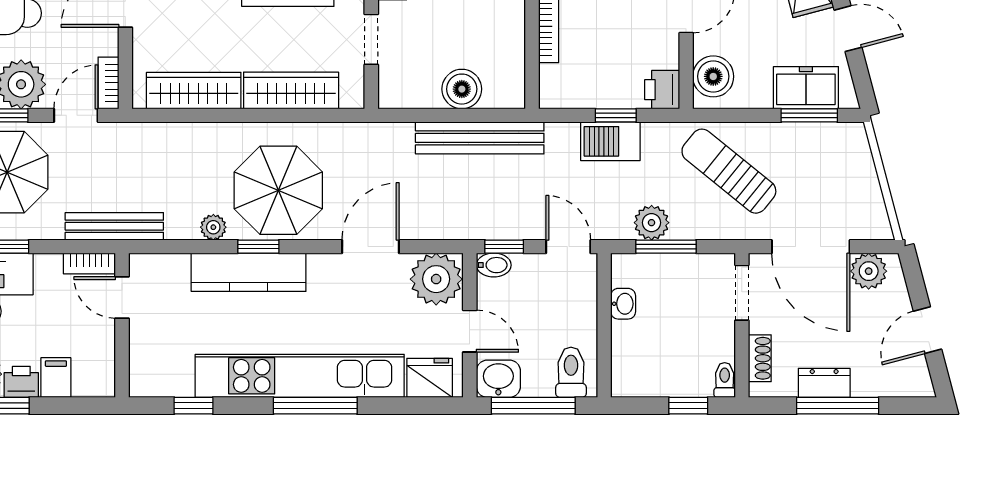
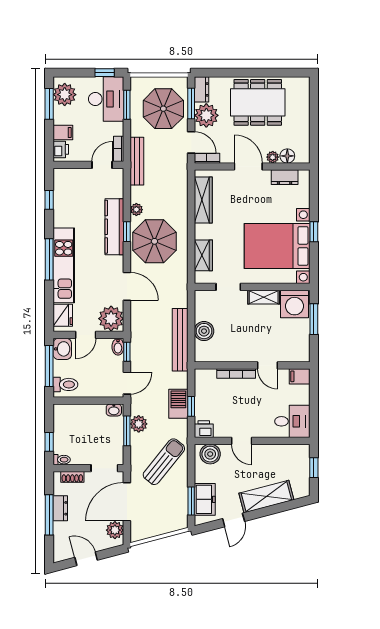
wardrobe: (291, 90) -> (203, 255), width x0.67
washbasin: (623, 304) -> (114, 410), moved
kitchen unit: (300, 376) -> (64, 265), width x0.73
printer: (21, 382) -> (61, 149), moved

